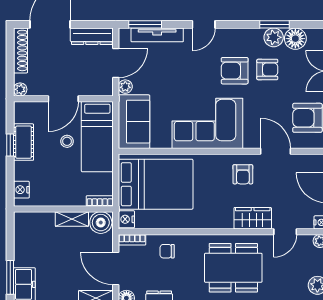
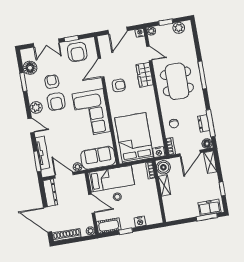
plant: (274, 37) -> (36, 107), moved
cot: (23, 142) -> (109, 226), moved
nightstand: (21, 190) -> (140, 222), moved

